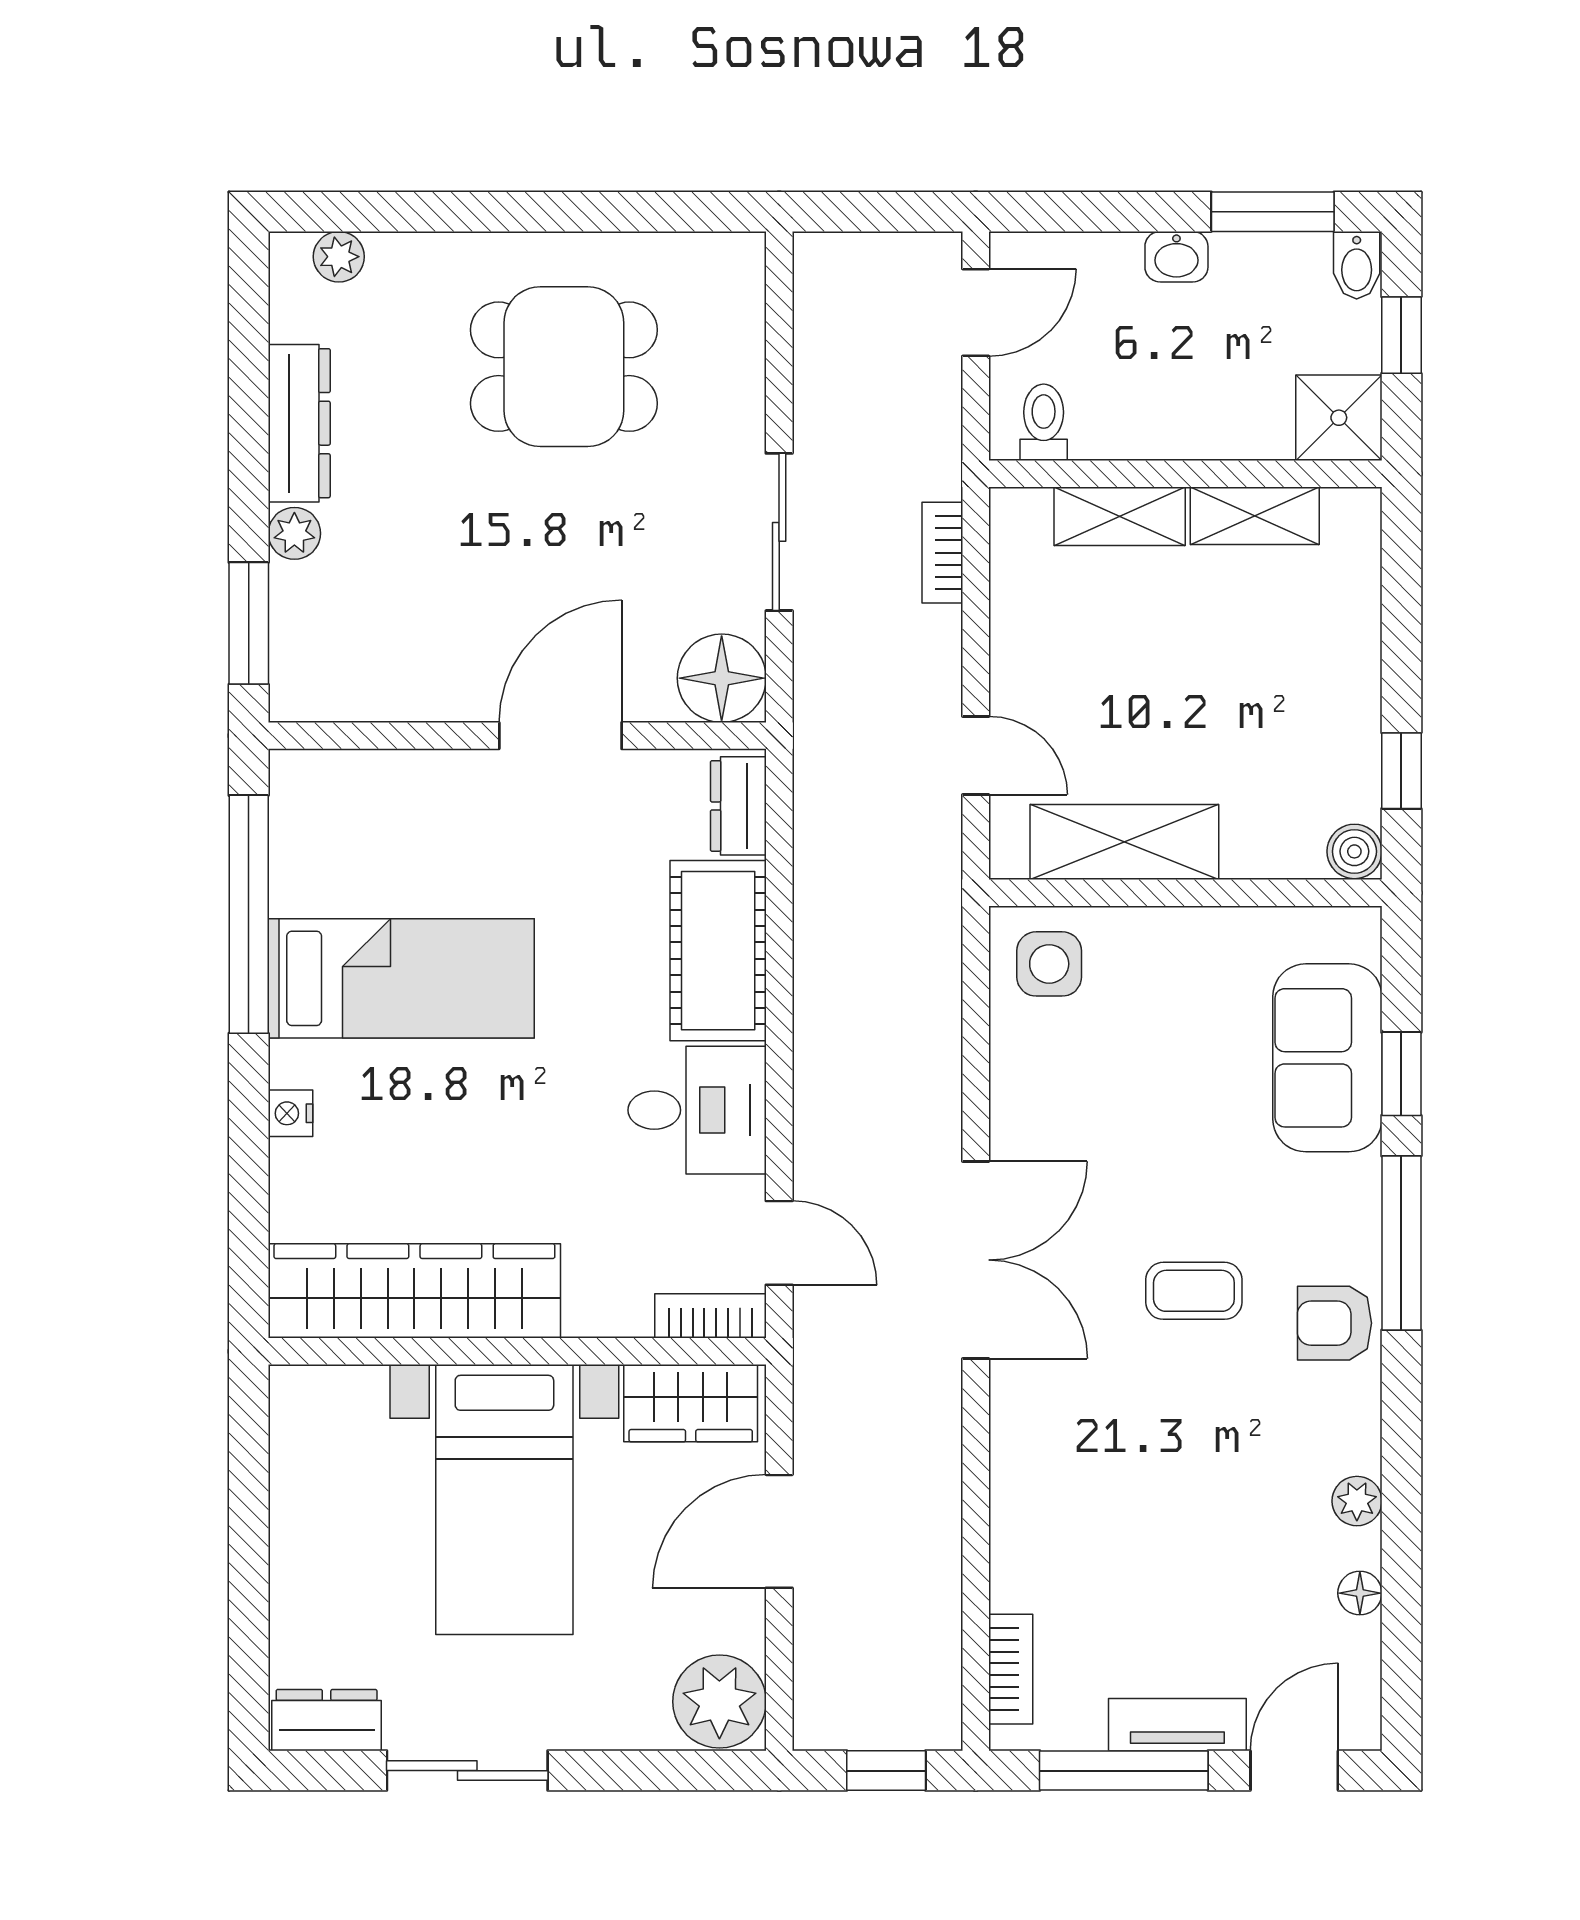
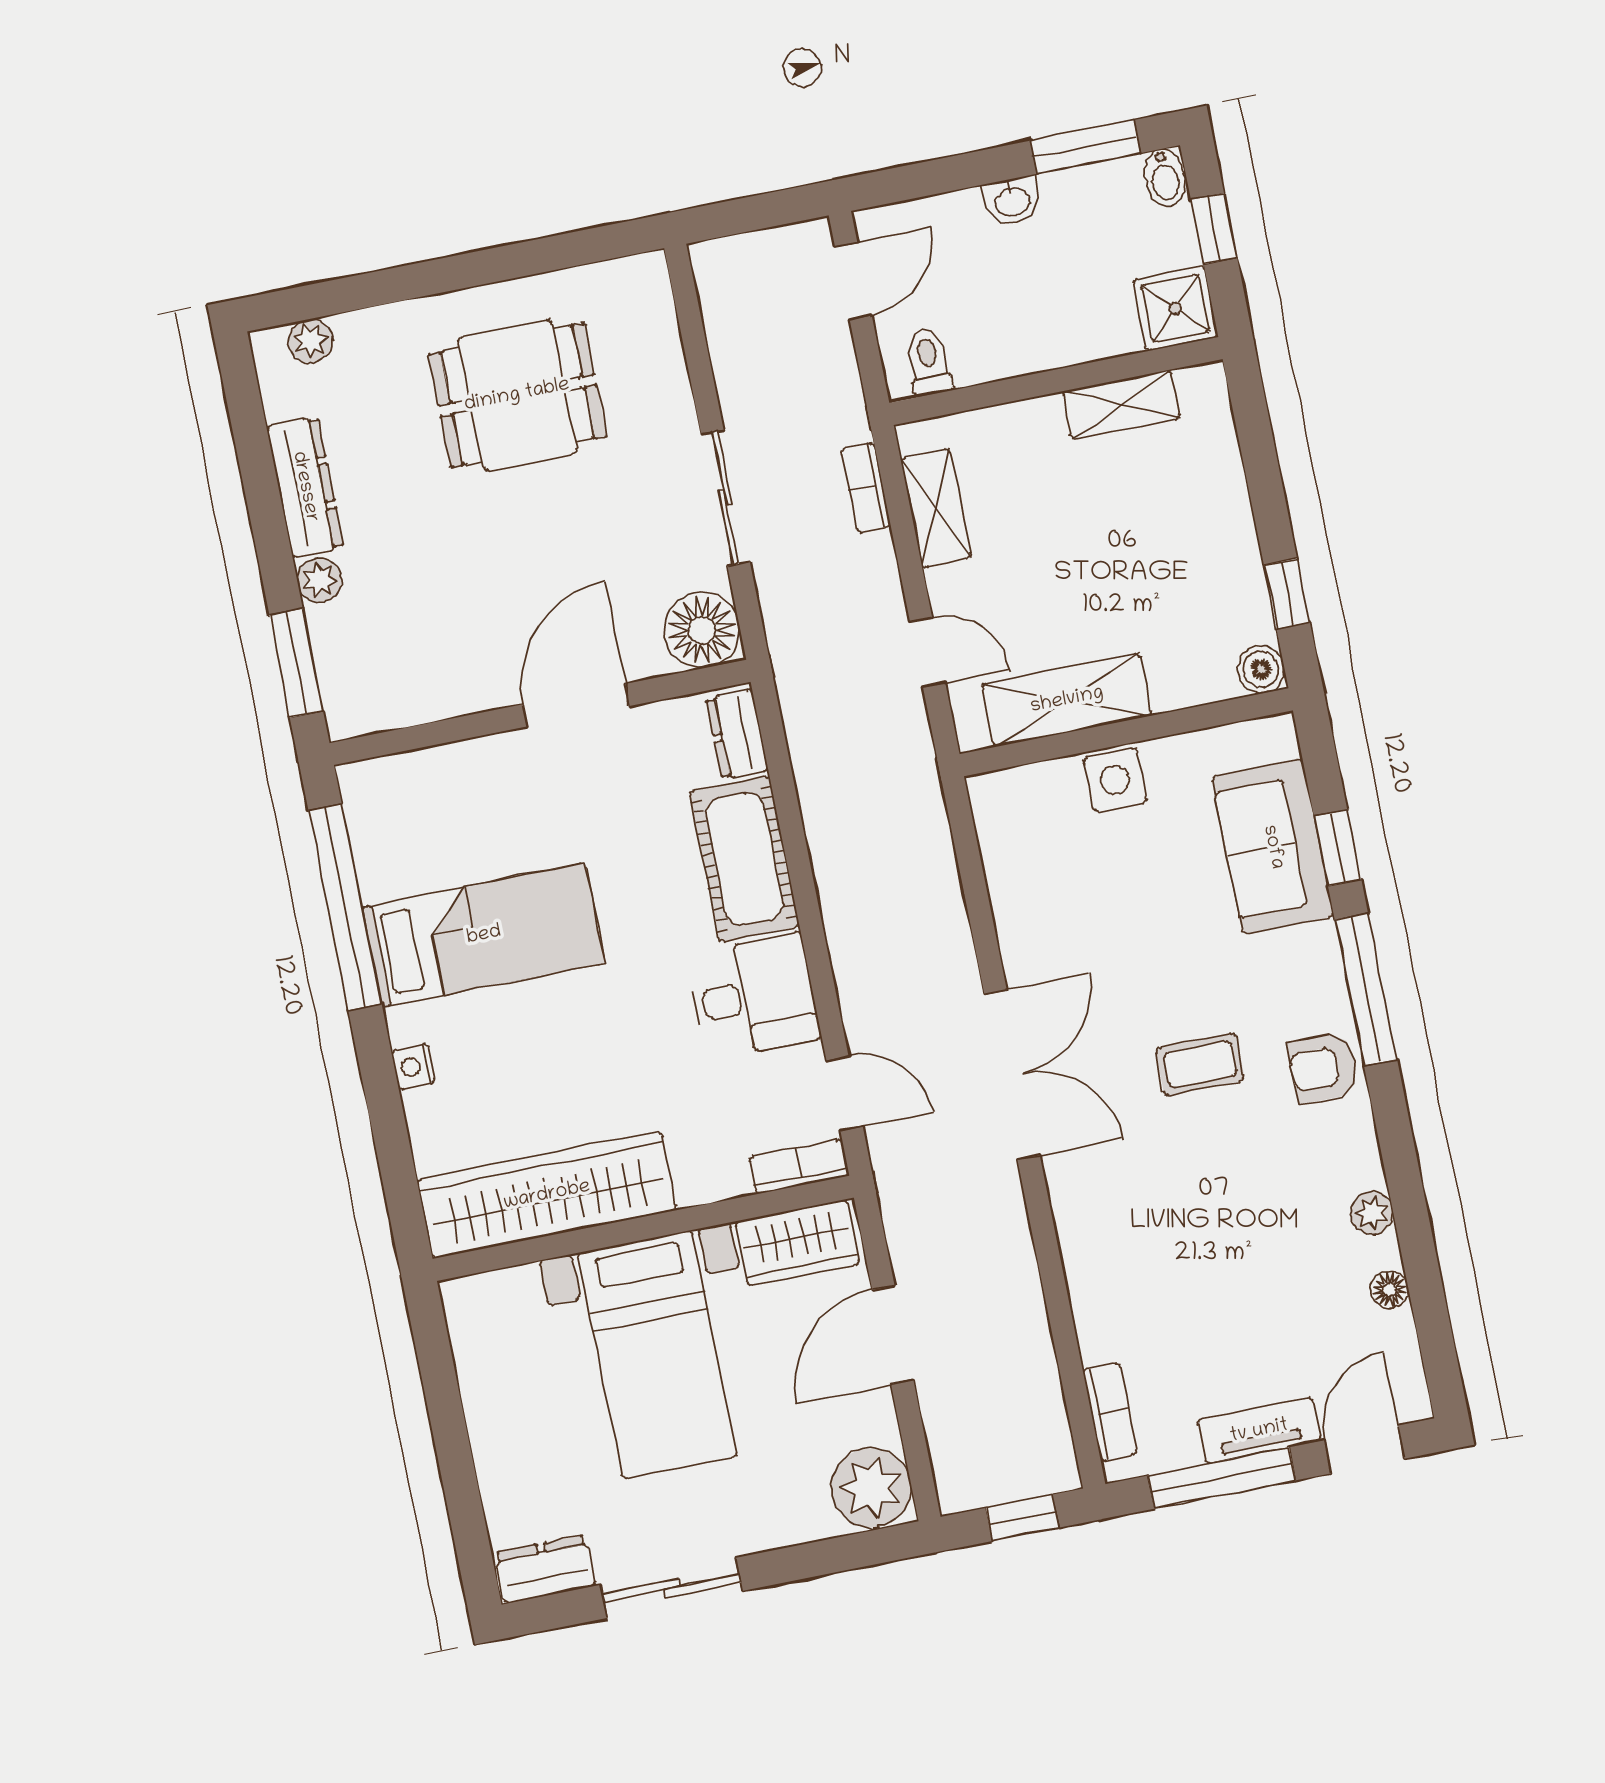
shelving: (1120, 516) -> (936, 508), moved, turned 90
side table: (1049, 964) -> (1115, 780), moved

